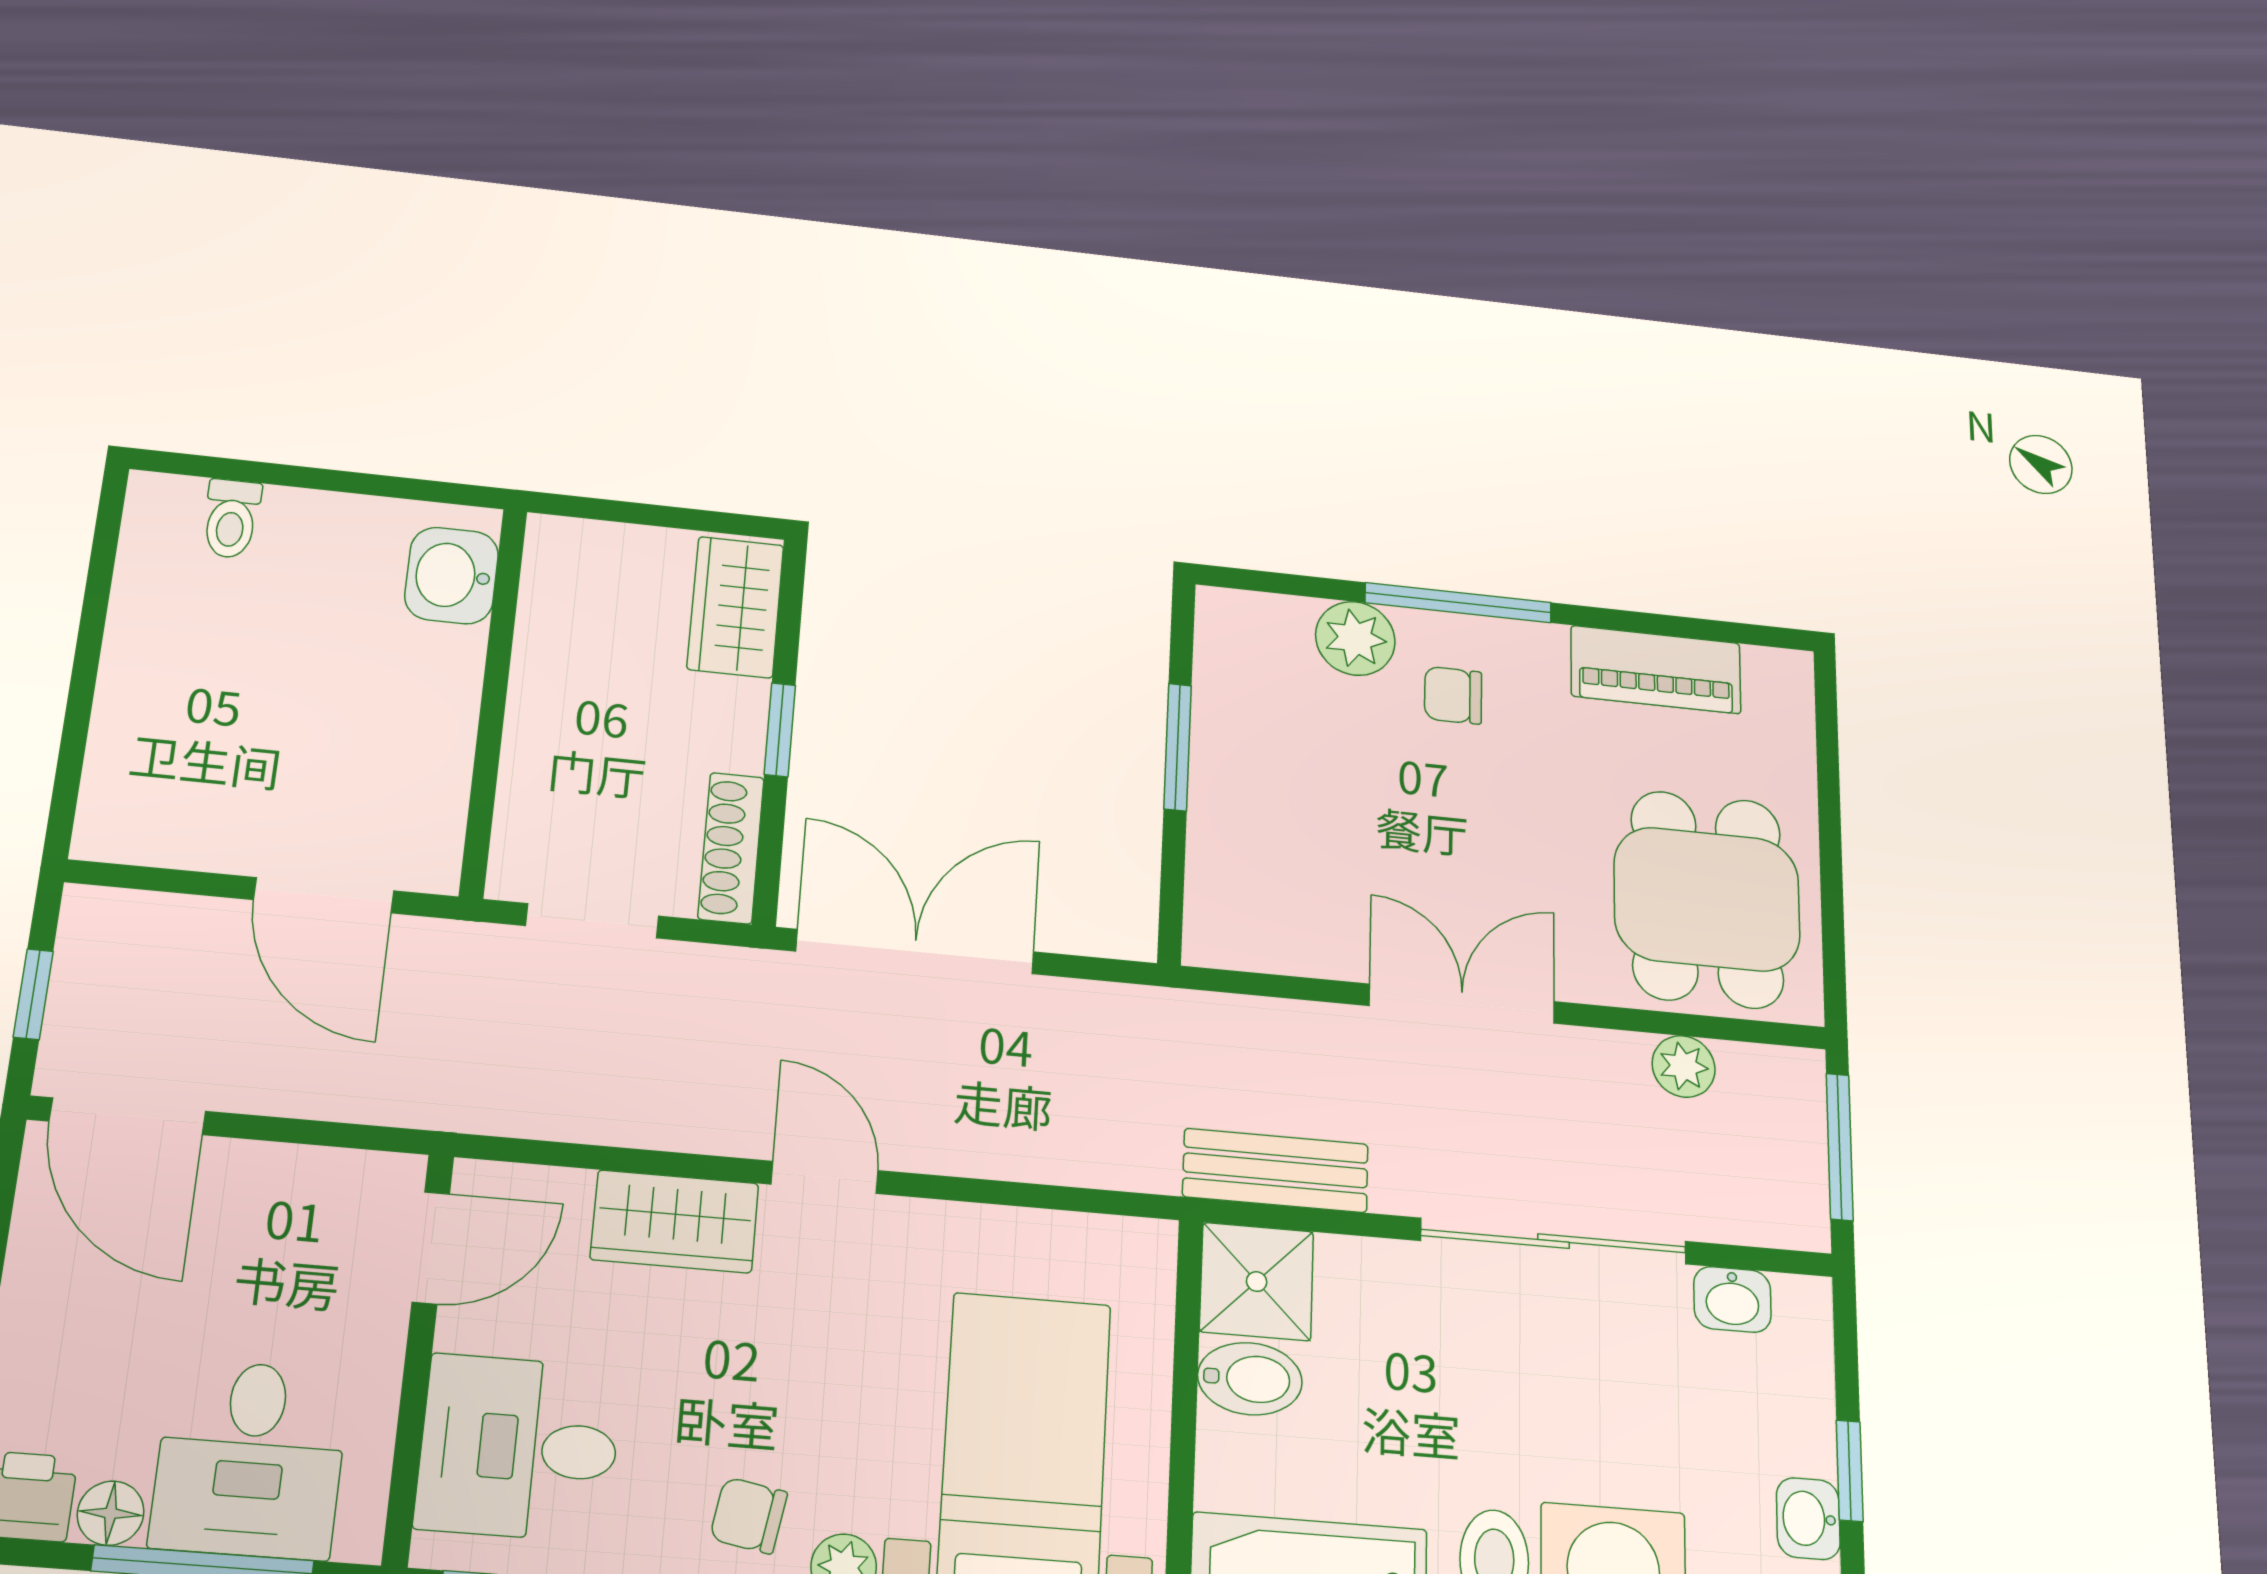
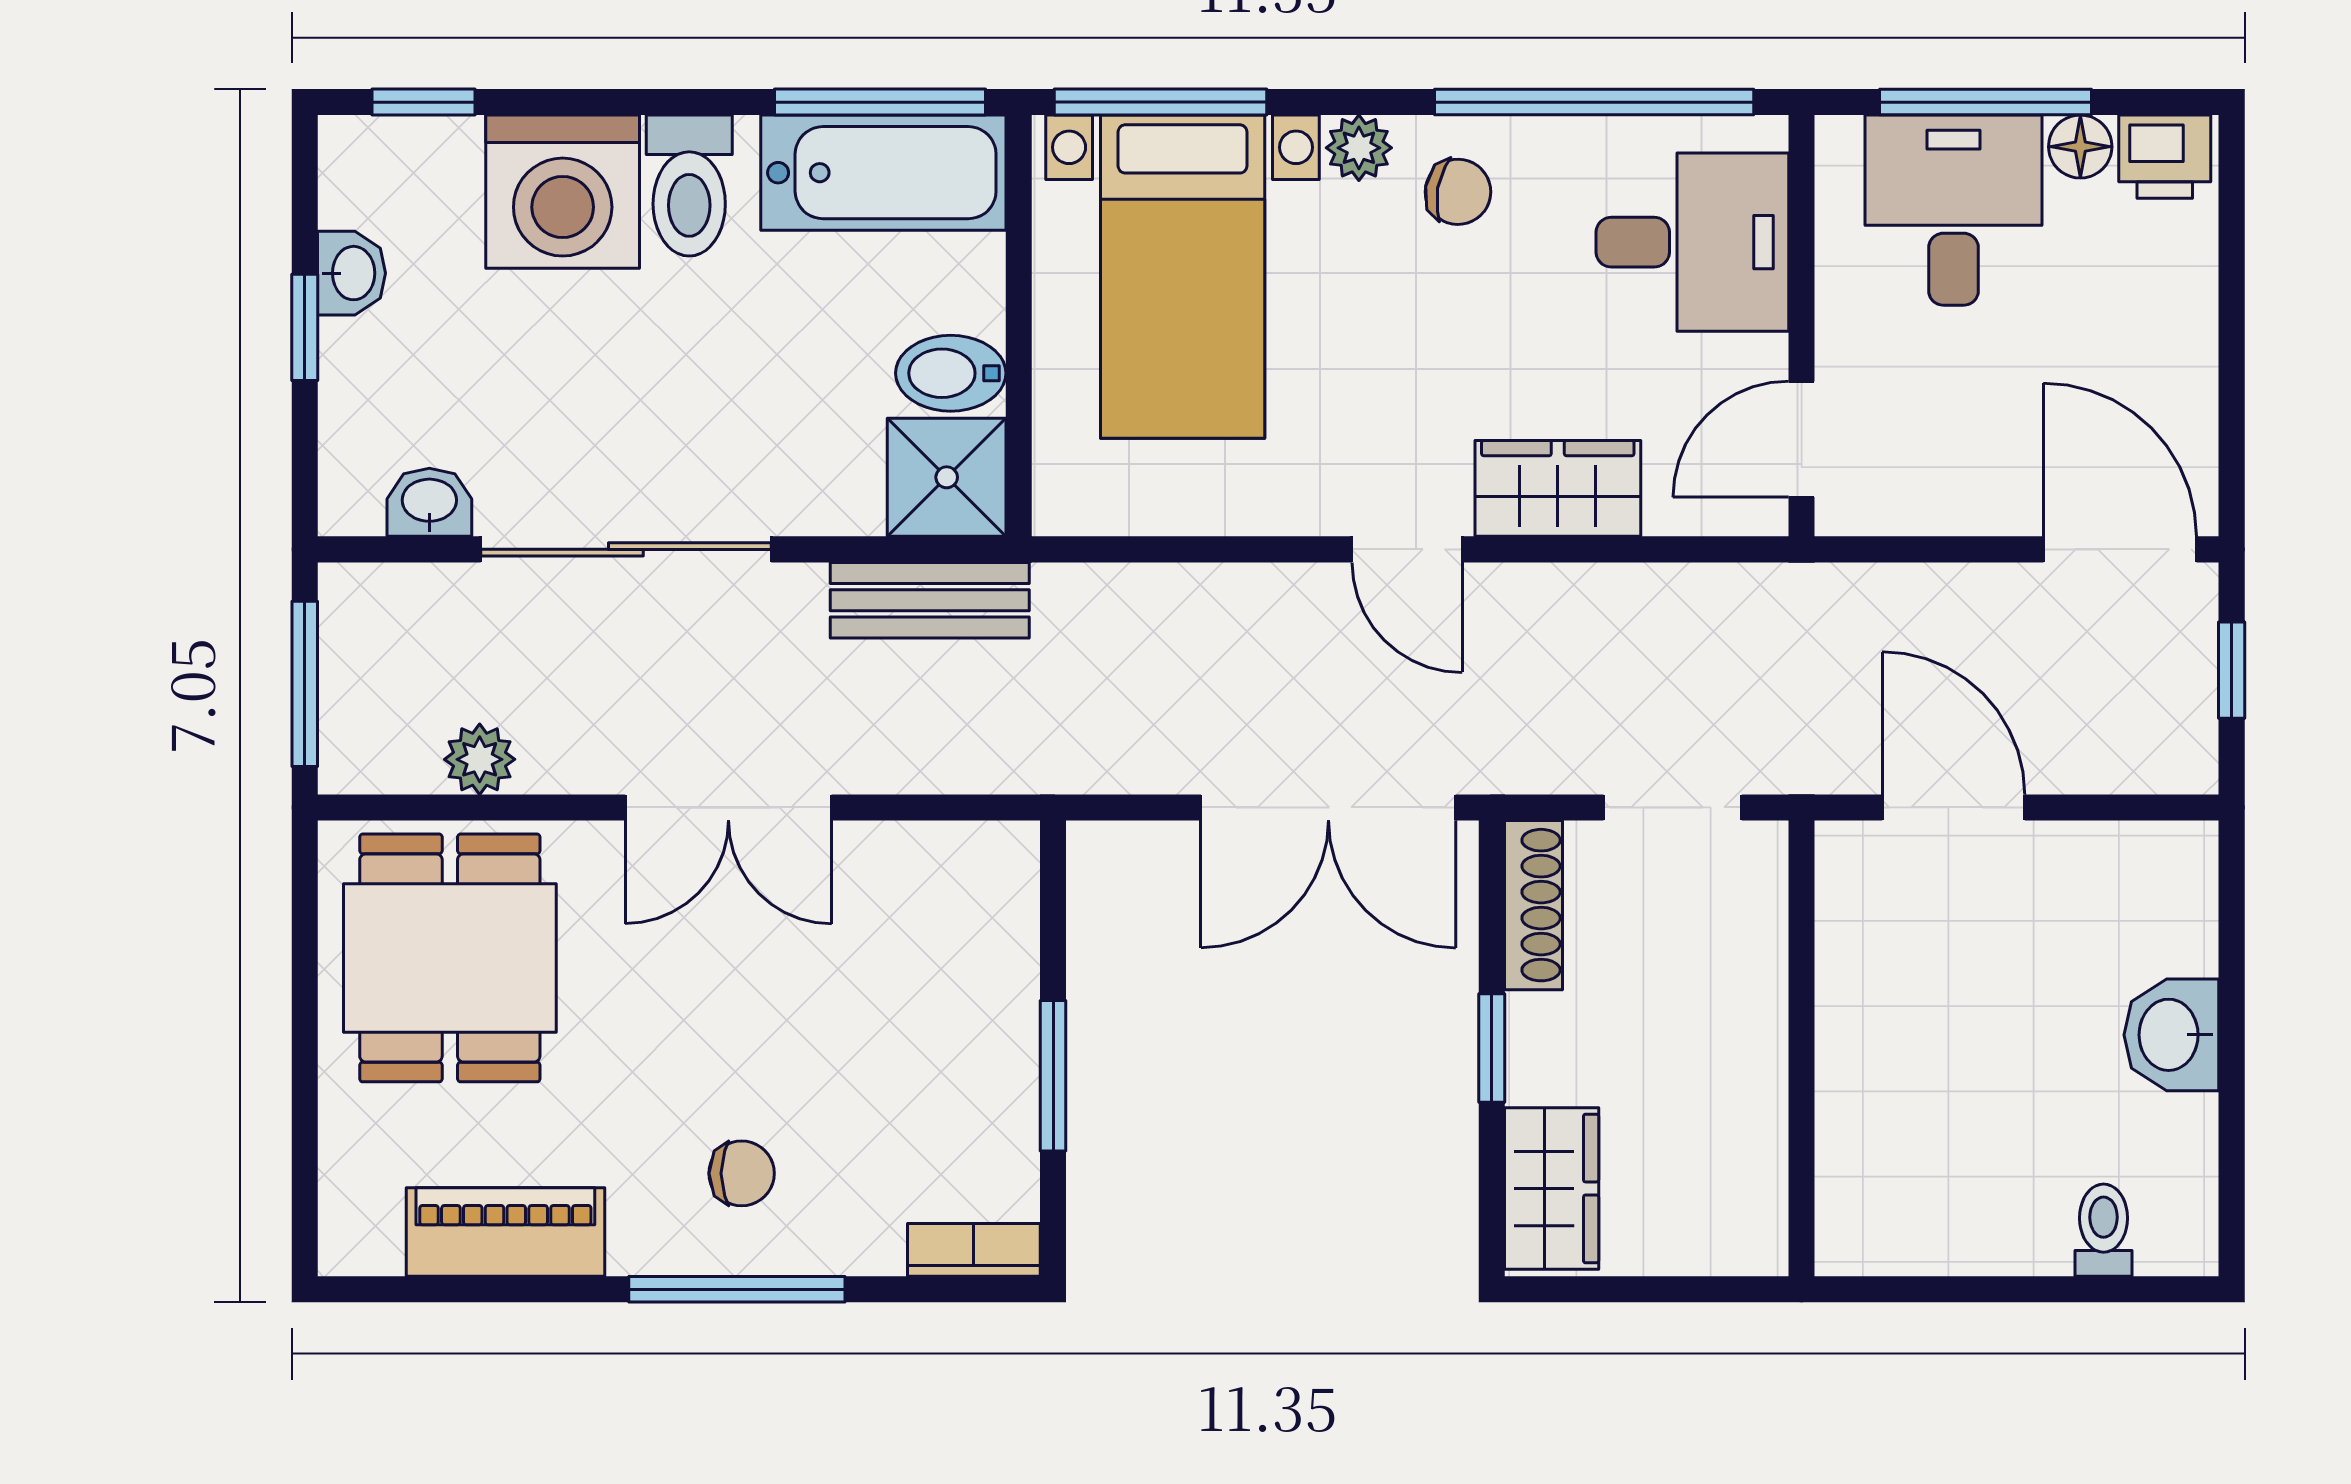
washbasin: (452, 575) -> (2171, 1035), moved, turned 180
bookcase: (1252, 612) -> (974, 1250), added
plant: (1355, 638) -> (855, 1231), removed

